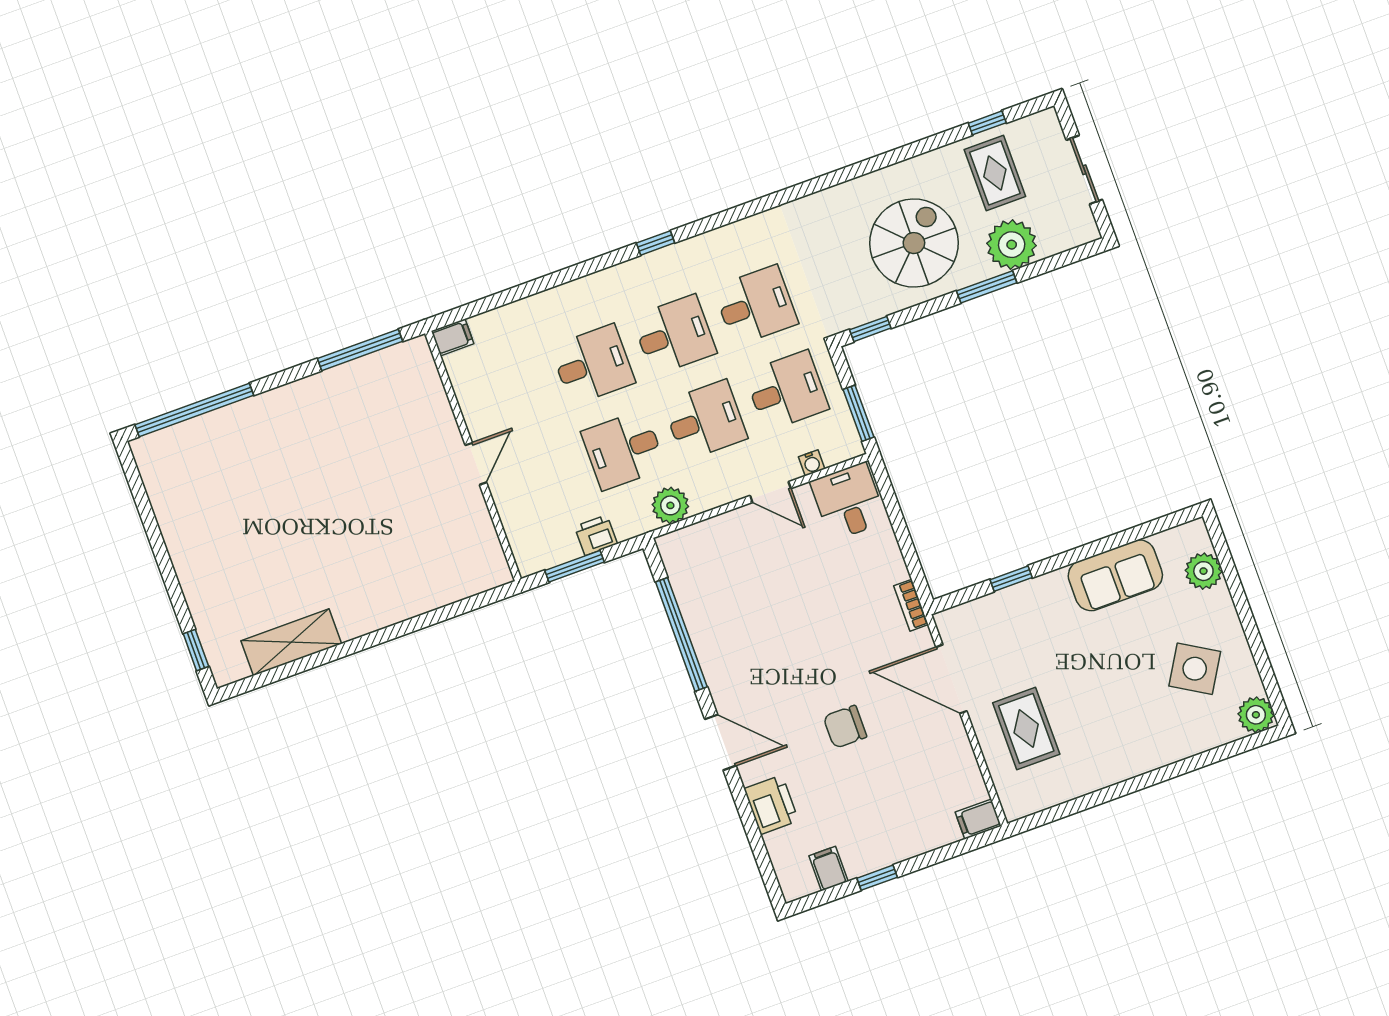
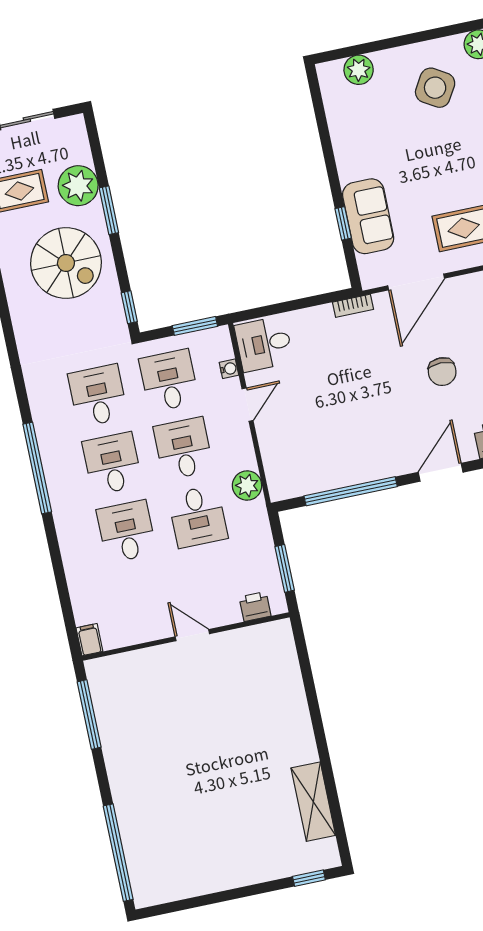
window: (656, 243) -> (37, 468), width x3.17
spiral stairs: (914, 243) -> (66, 263), turned 180
printer: (596, 535) -> (255, 607), moved, turned 90
sofa: (1115, 575) -> (368, 216), moved

